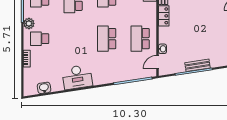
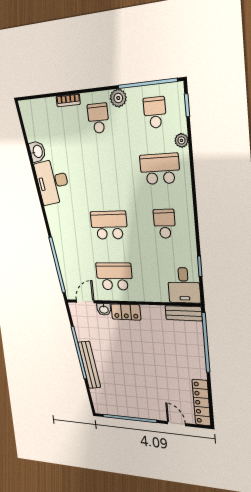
locker: (164, 16) -> (126, 312), moved
door: (157, 62) -> (85, 301), hinge flipped
bench: (198, 65) -> (89, 365), width x1.36
washbasin: (44, 88) -> (37, 151), moved

